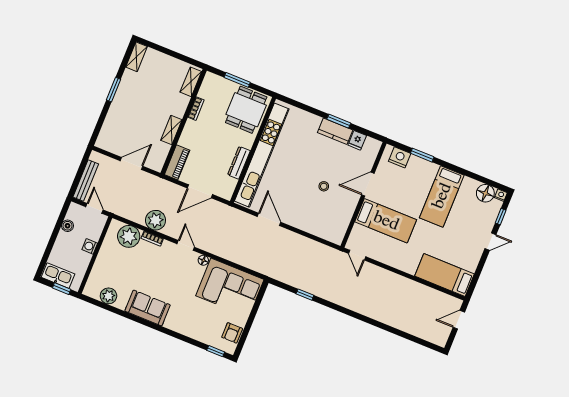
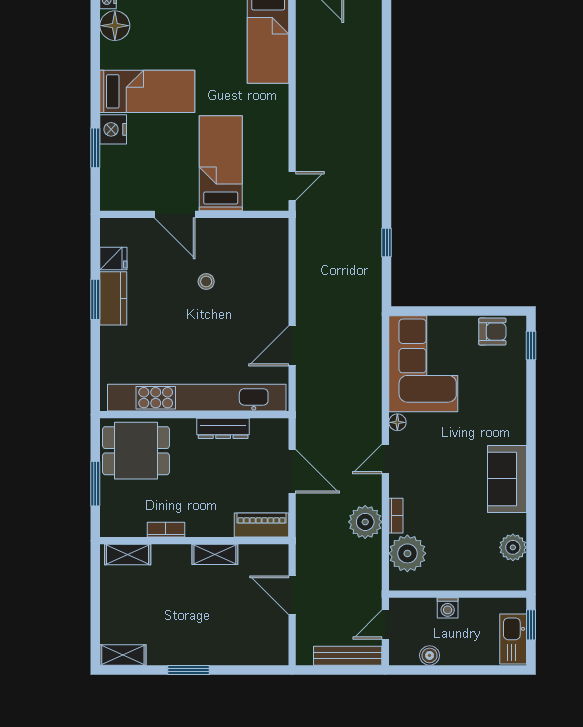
nightstand: (400, 157) -> (113, 129), moved

